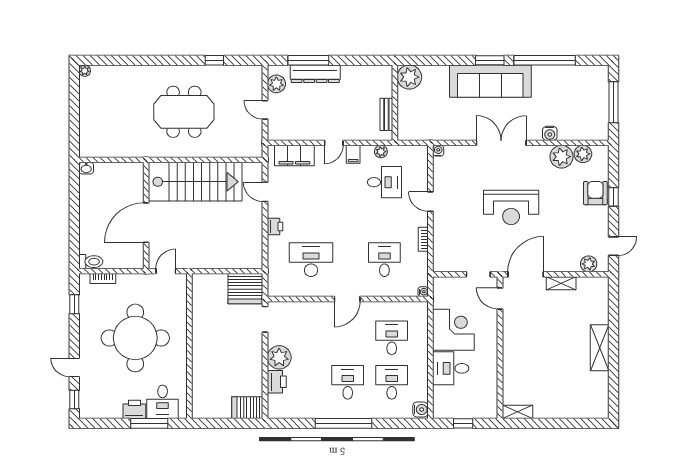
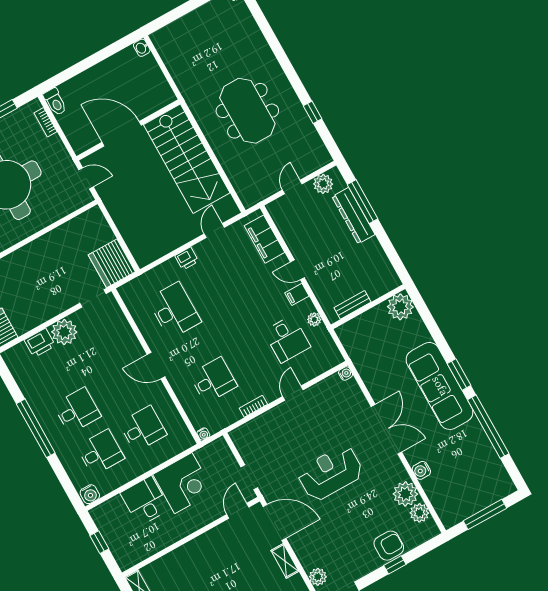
reception desk: (511, 207) -> (330, 473), turned 90

